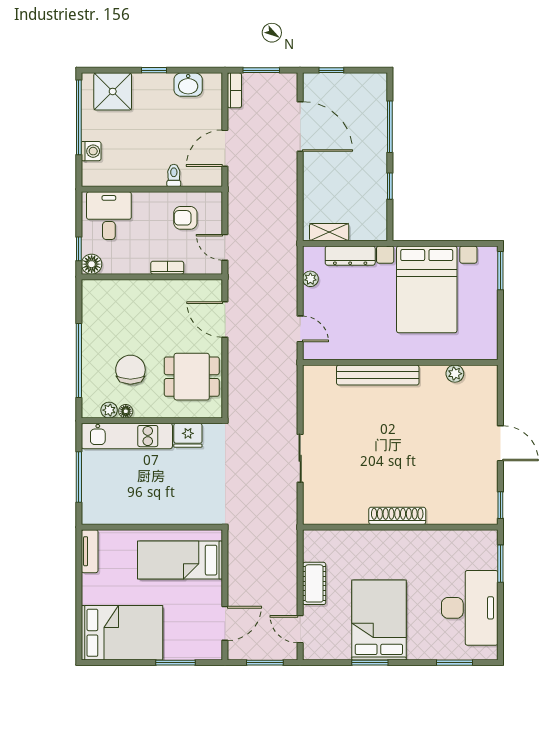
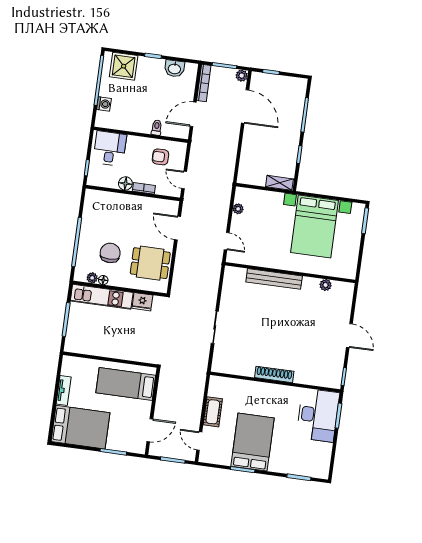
plant: (289, 82) -> (242, 76), added
bookcase: (234, 90) -> (204, 83), width x1.56
shelving: (329, 232) -> (279, 183), moved
dresser: (350, 256) -> (267, 197), removed
floor lamp: (92, 264) -> (125, 183), moved
tv unit: (90, 551) -> (64, 390), moved
desk: (470, 608) -> (318, 415), moved

